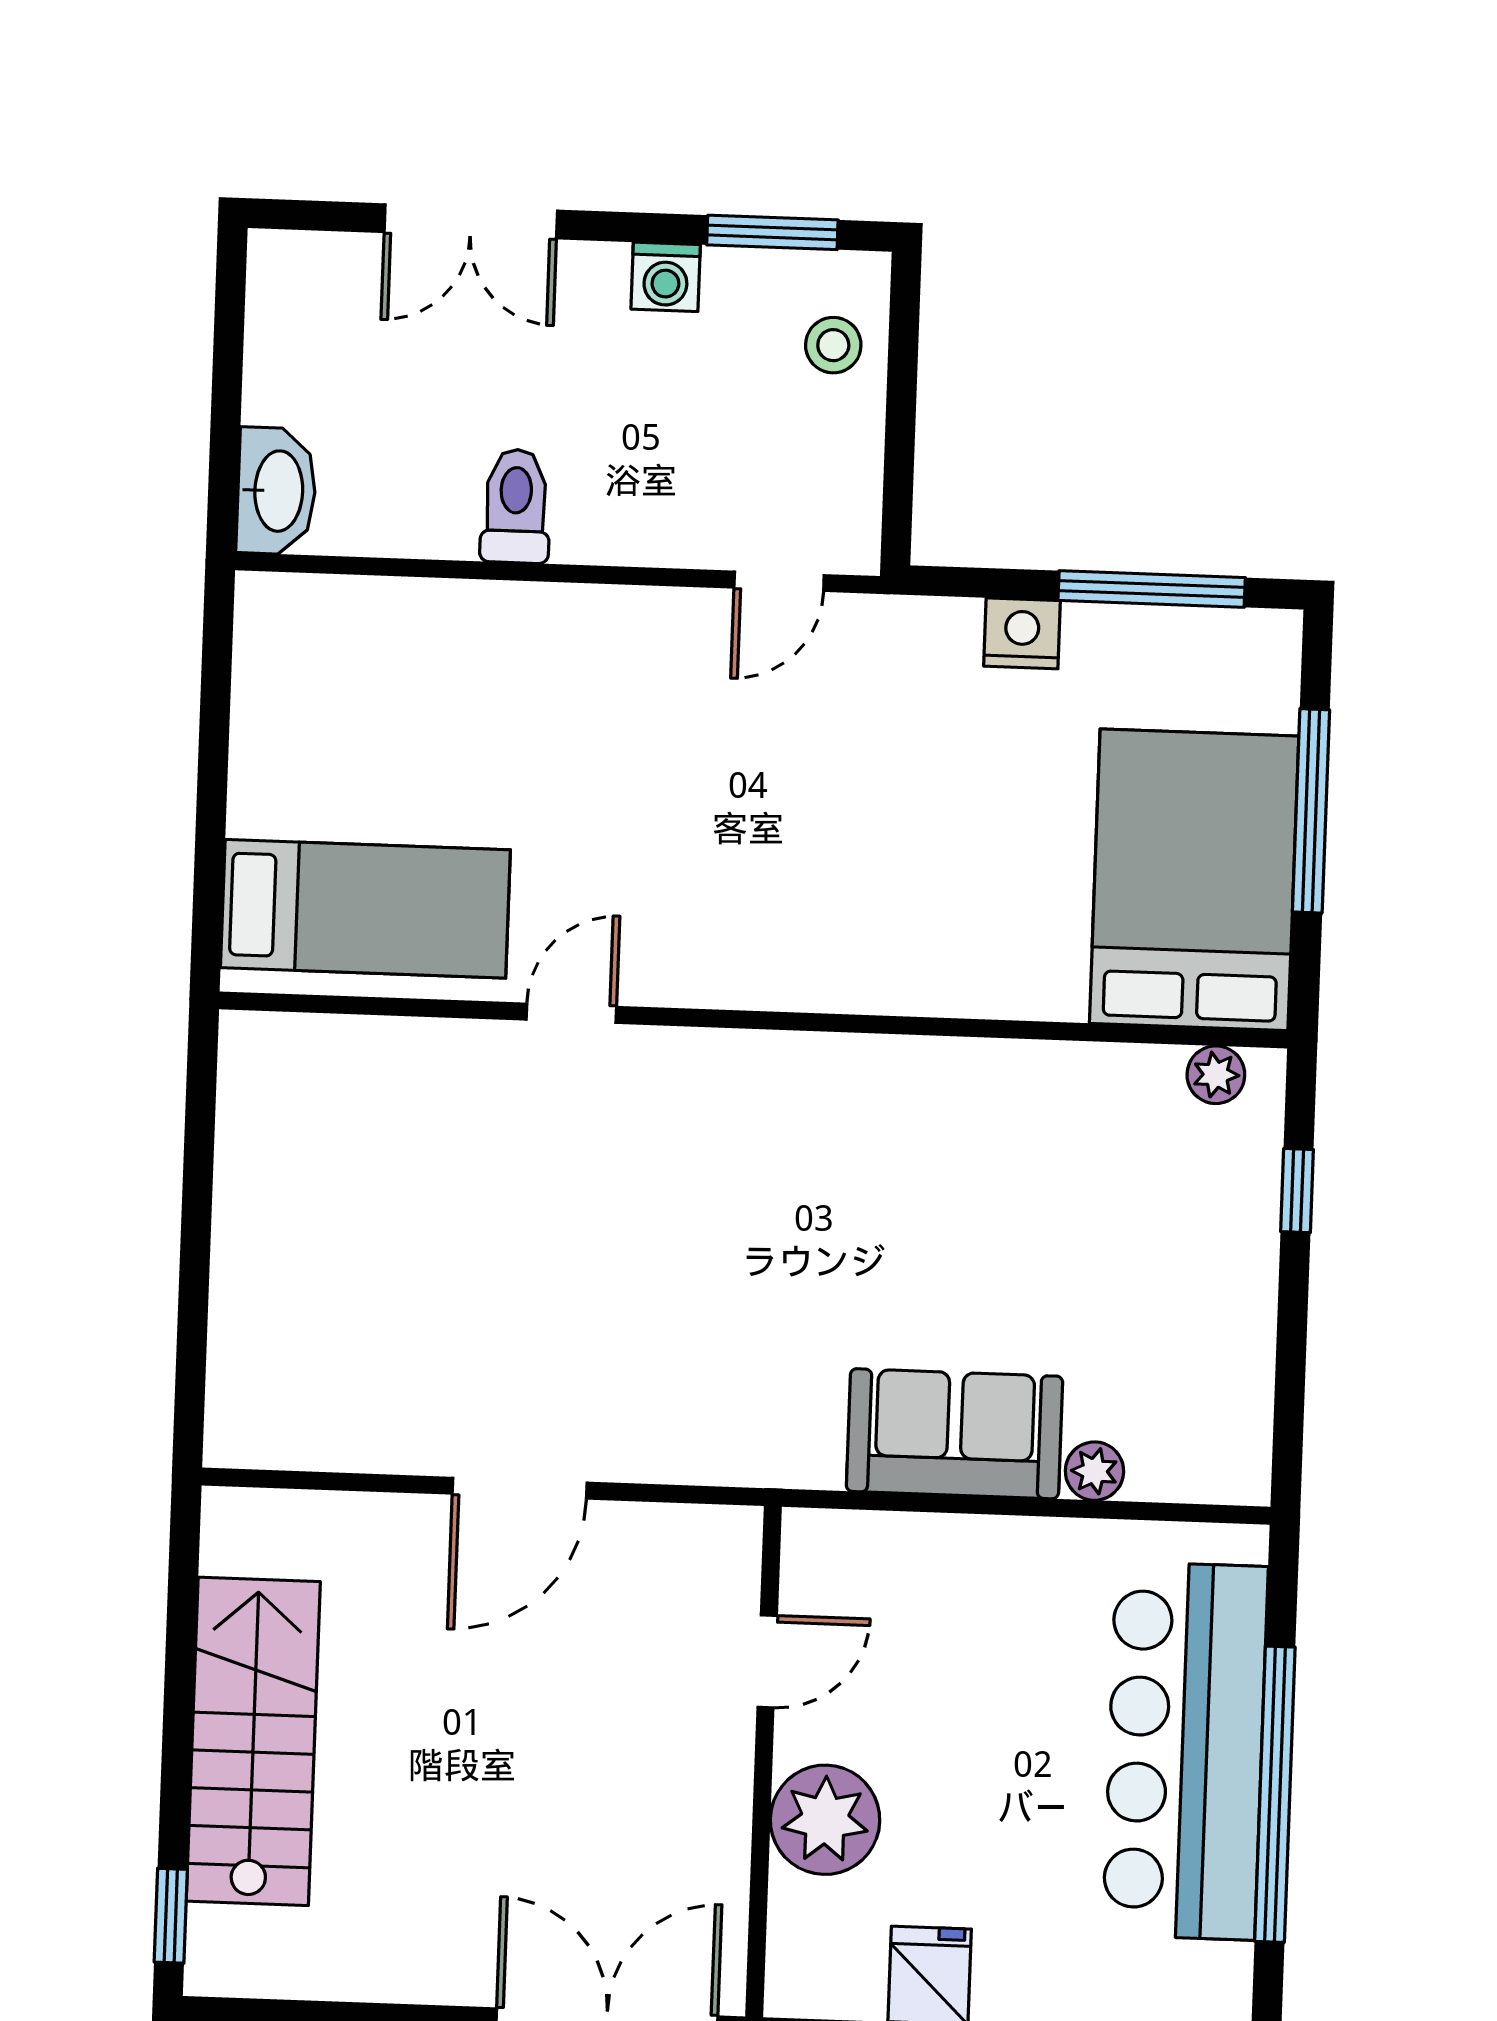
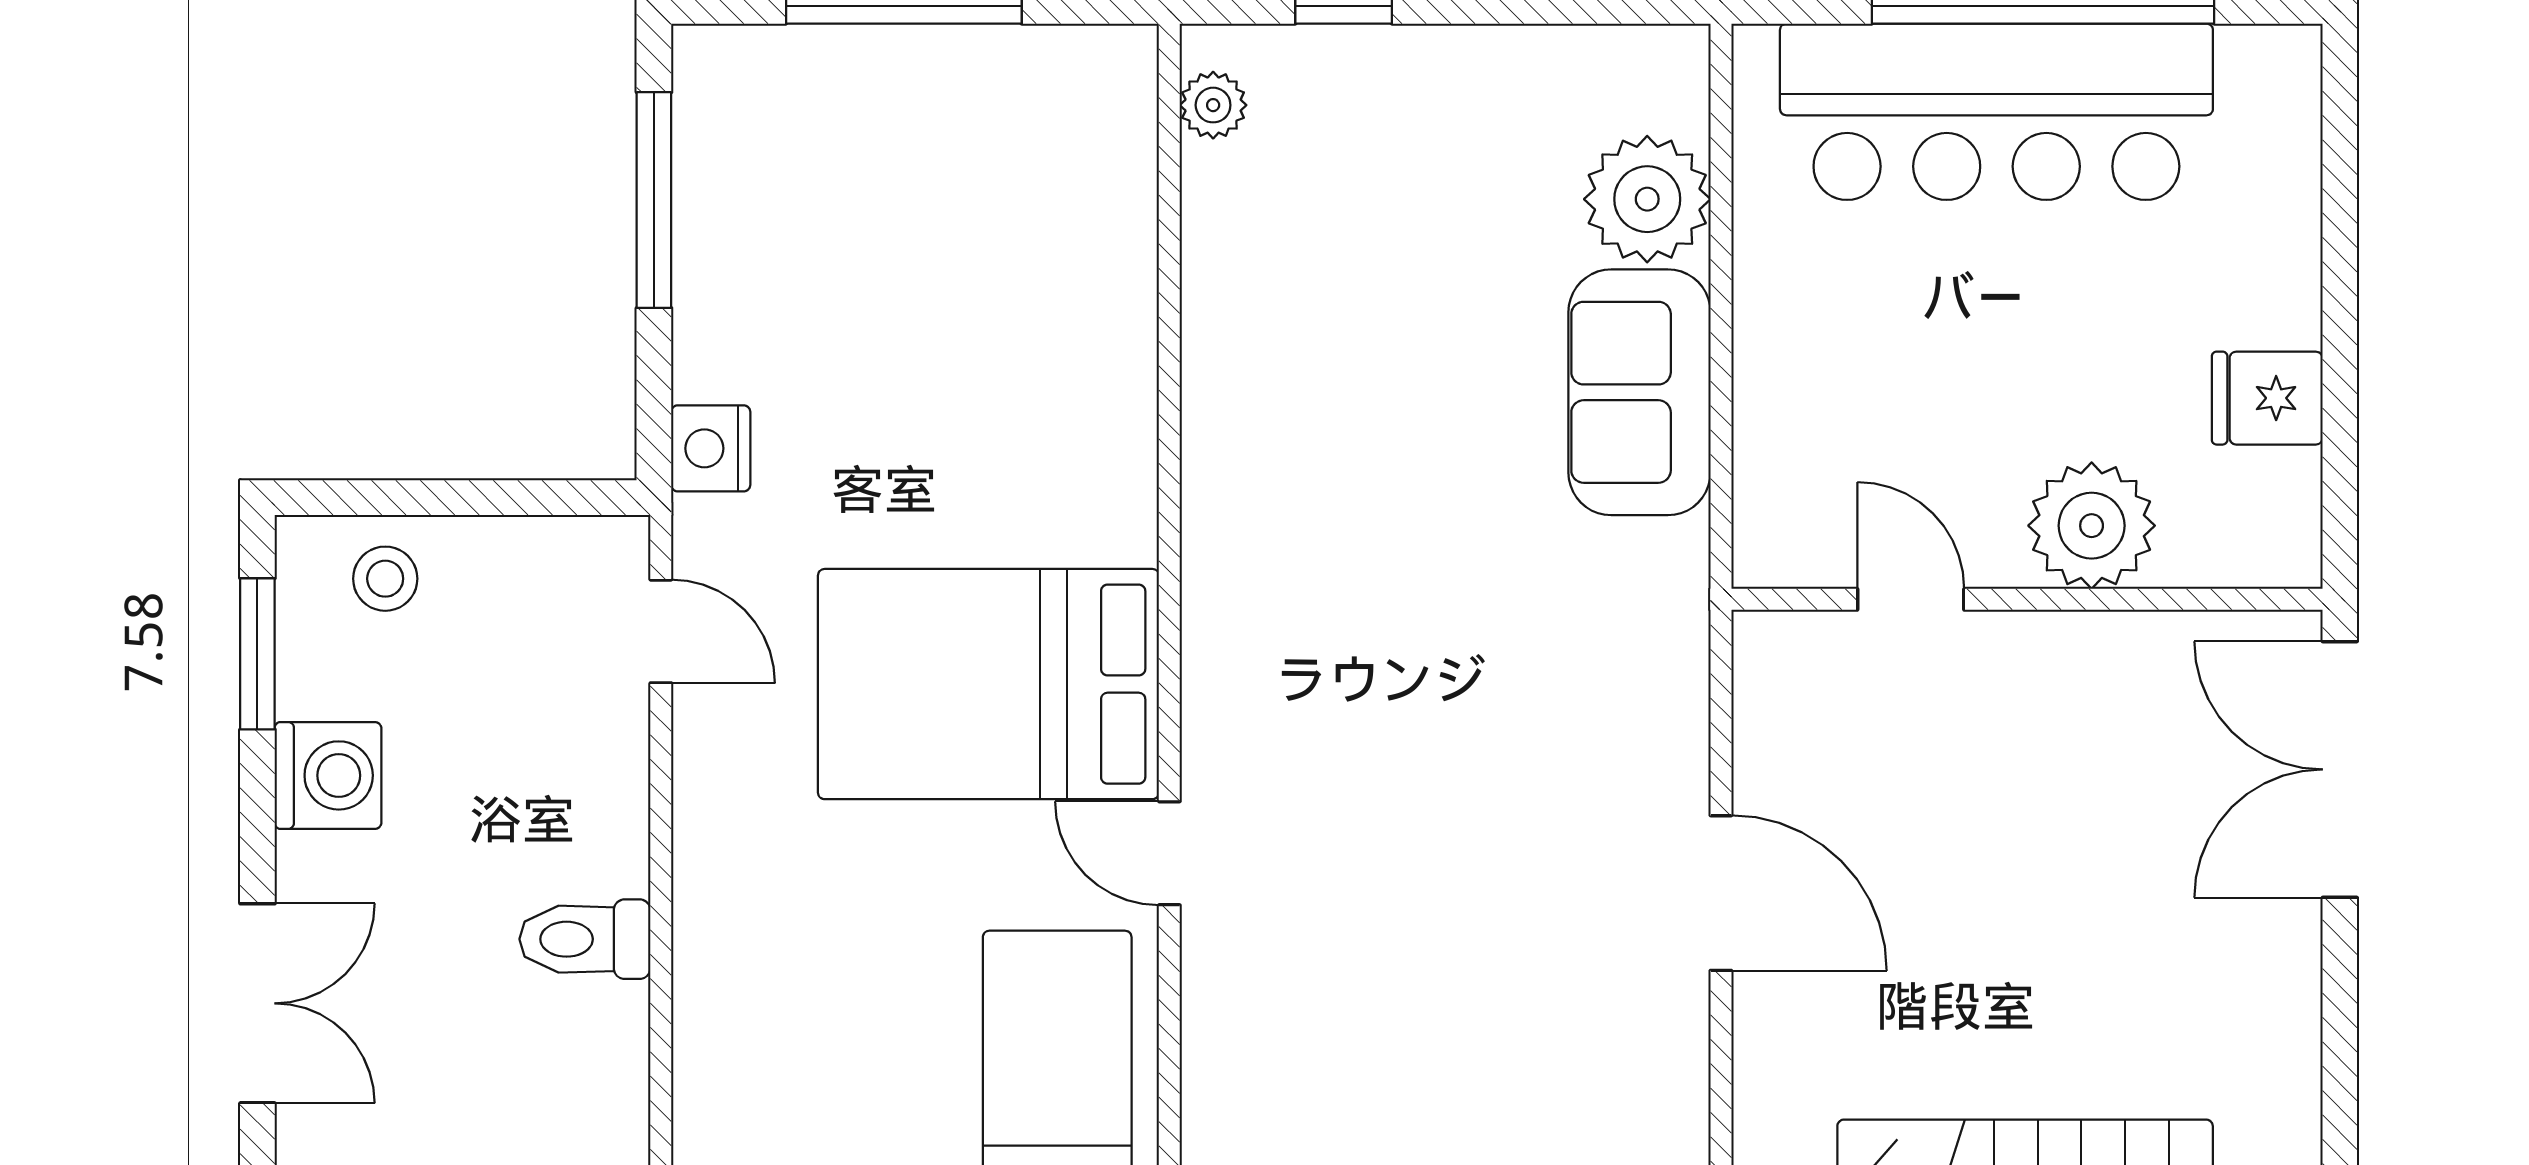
washing machine: (666, 277) -> (328, 775), width x1.38, depth x1.38
nightstand: (1022, 633) -> (711, 448), moved
bed: (1194, 880) -> (988, 684), moved
plant: (1094, 1471) -> (1647, 199), width x1.88, depth x1.88

